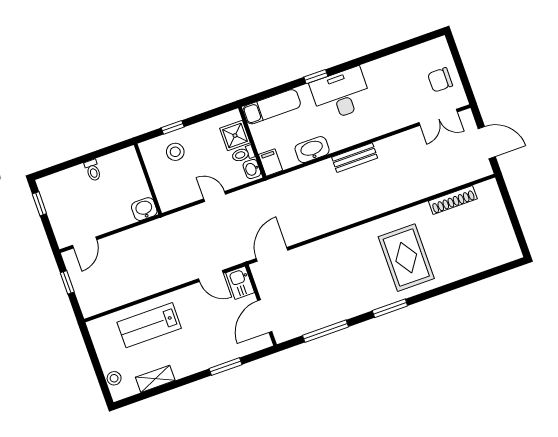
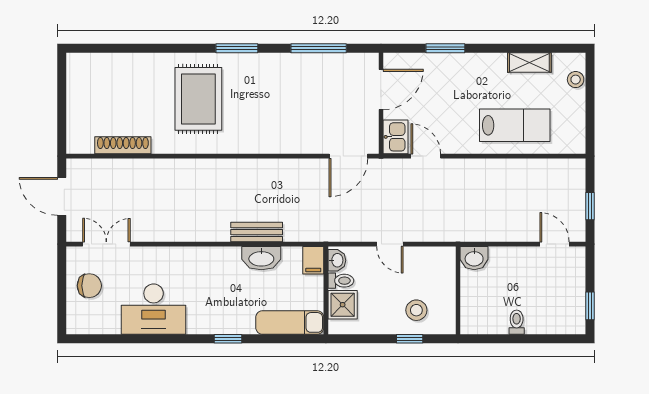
desk: (341, 94) -> (154, 309), moved
bench: (355, 158) -> (257, 232), moved
door: (85, 243) -> (555, 244), hinge flipped

